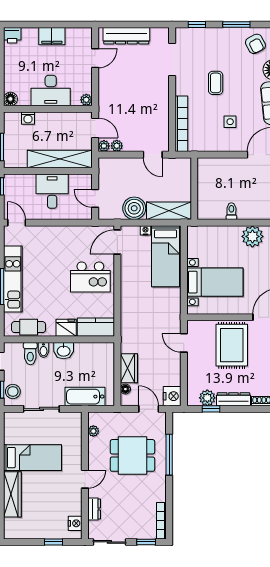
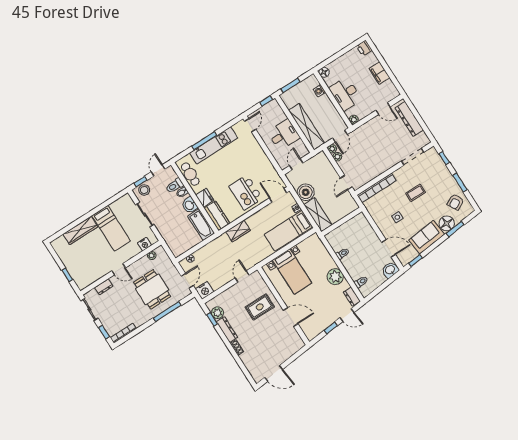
rug: (232, 345) -> (260, 307), width x0.73, depth x0.70
wardrobe: (129, 368) -> (238, 231), moved
bathtub: (85, 397) -> (201, 225), moved, turned 180
nightstand: (75, 523) -> (144, 244), moved

